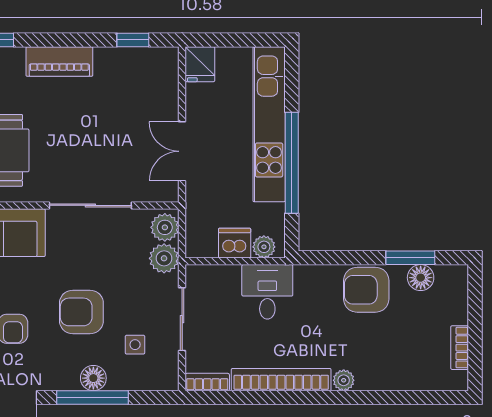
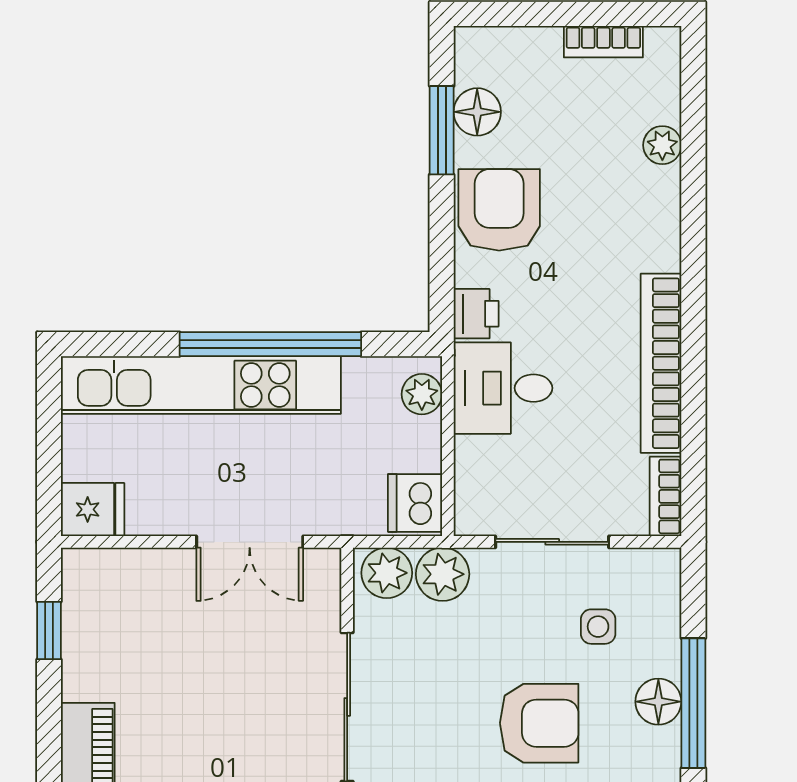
dishwasher: (235, 243) -> (415, 503), moved
printer: (309, 277) -> (476, 314), added
armchair: (366, 290) -> (499, 210), turned 180
armchair: (81, 312) -> (539, 723), turned -90
plant: (344, 380) -> (662, 145), moved

